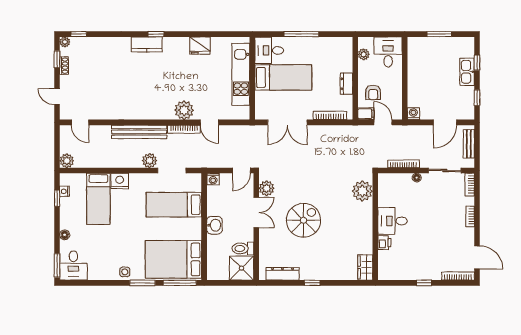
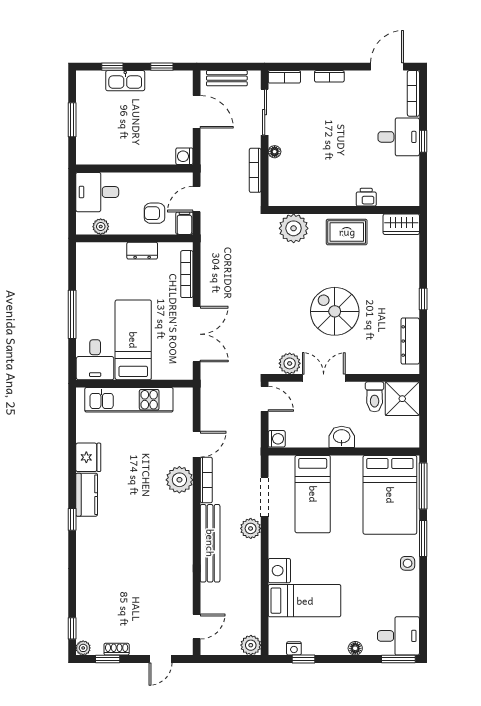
kitchen counter: (147, 44) -> (87, 495), moved
armchair: (373, 92) -> (154, 213), turned 180
desk: (393, 221) -> (399, 137), moved, turned -90
rug: (360, 229) -> (347, 232), added

